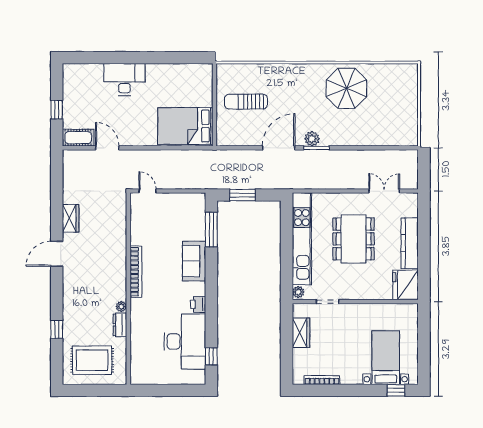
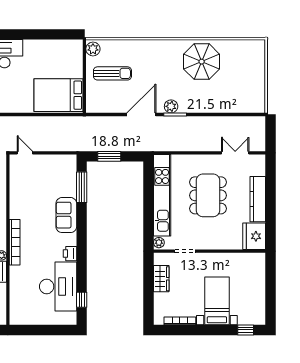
plant: (224, 74) -> (93, 49), added
sun lounger: (246, 102) -> (112, 73), turned 180
bookcase: (136, 272) -> (15, 242), moved
bed with nightstands: (386, 358) -> (217, 301), moved

